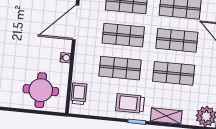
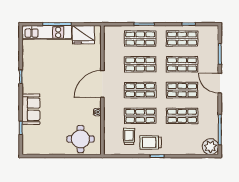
trolley: (79, 94) -> (129, 136), moved
shelving: (166, 116) -> (179, 149), removed

